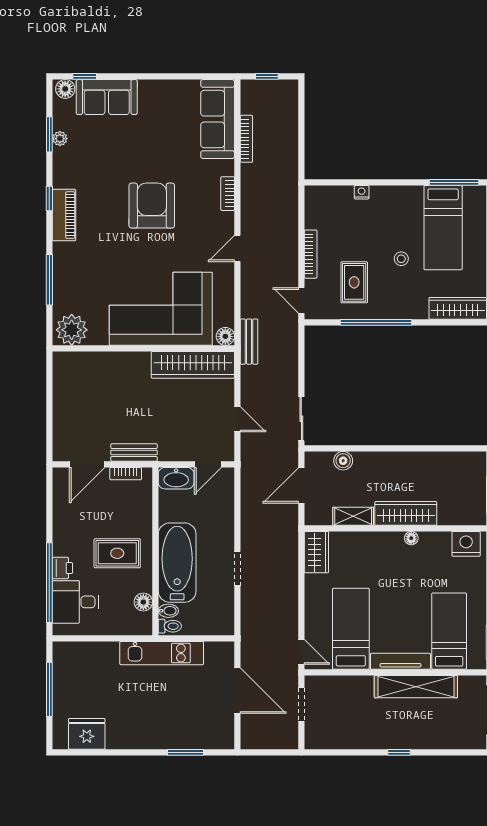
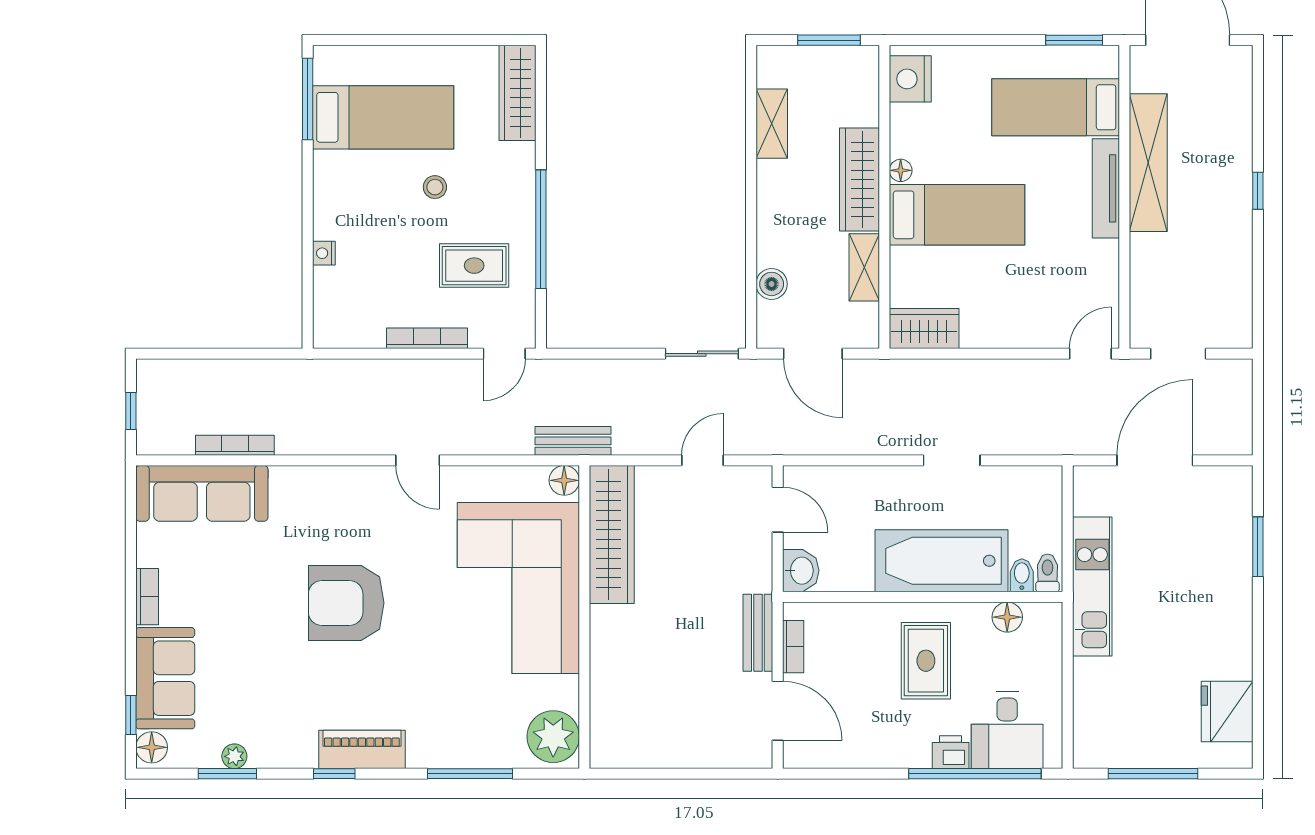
bookcase: (228, 194) -> (147, 597), moved, turned -90
shelving: (439, 461) -> (772, 124), added
washbasin: (176, 478) -> (801, 571), width x0.72
bed: (351, 629) -> (957, 215), moved, turned 180

